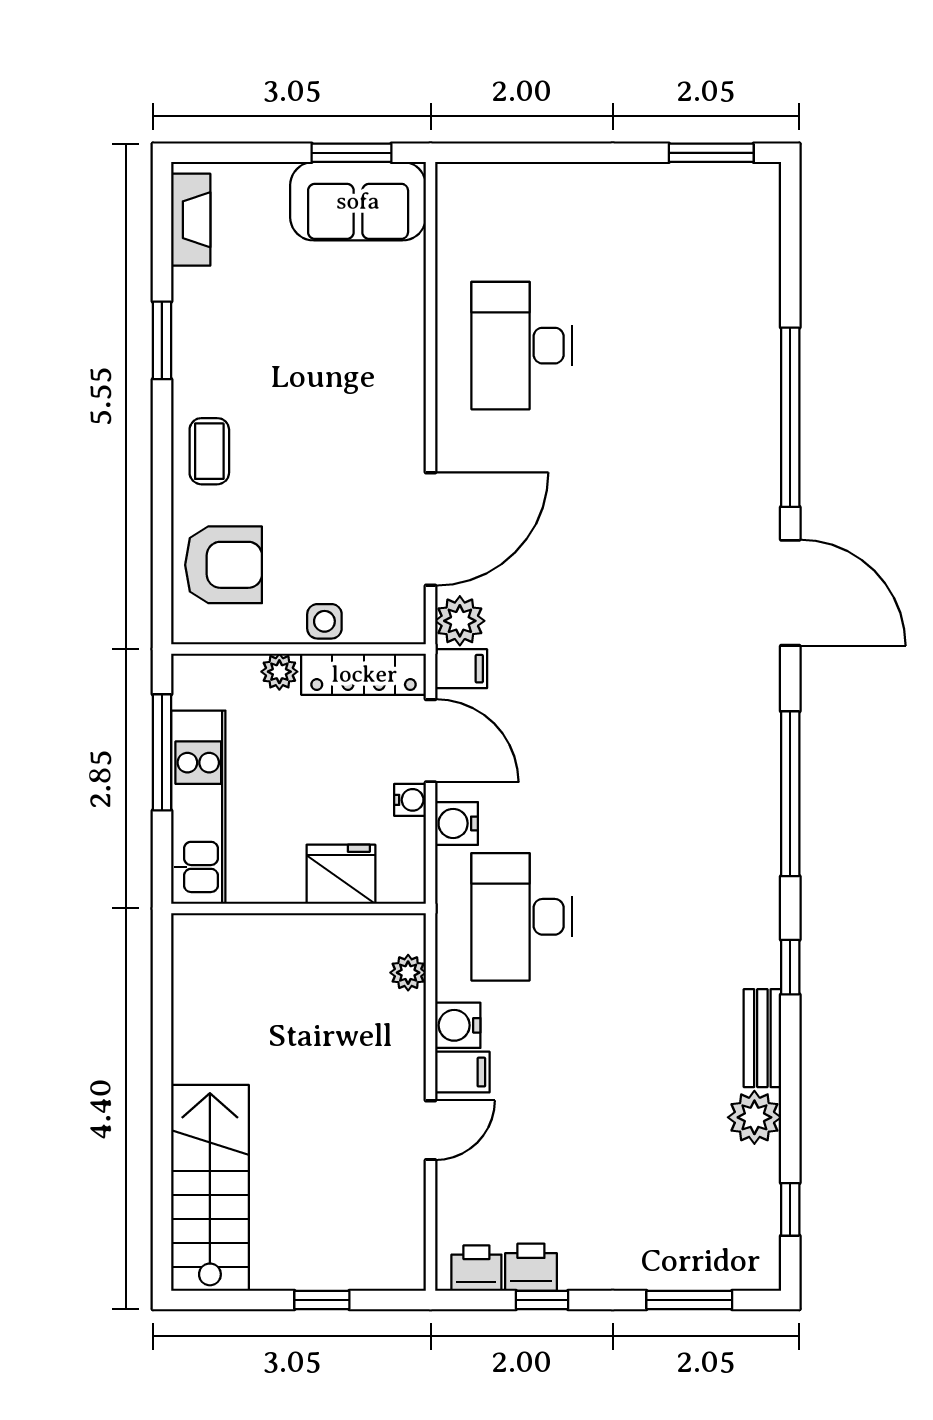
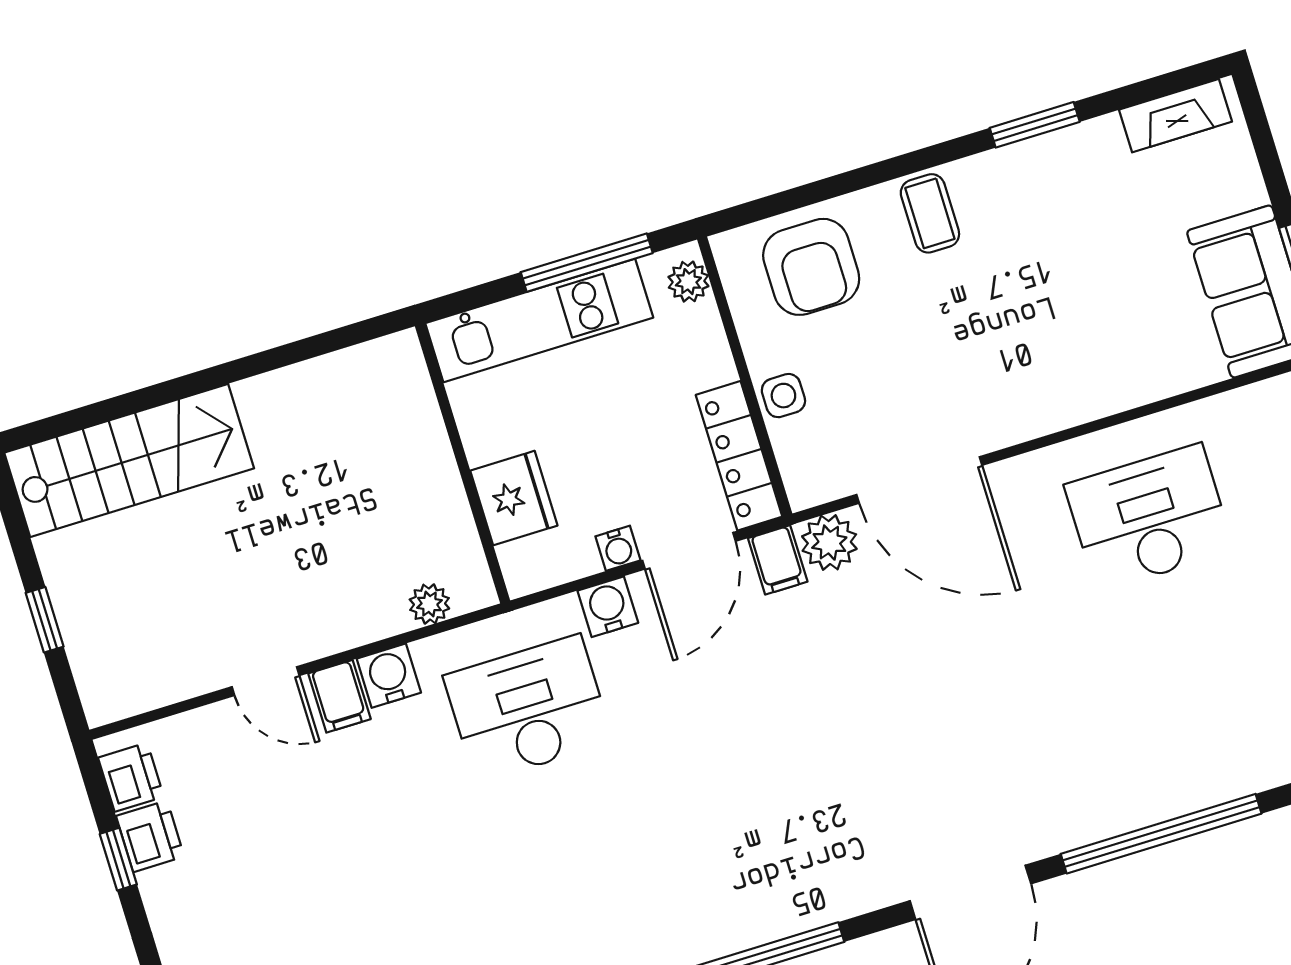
coffee table: (209, 451) -> (930, 213), turned 90
plant: (279, 672) -> (688, 282), moved

